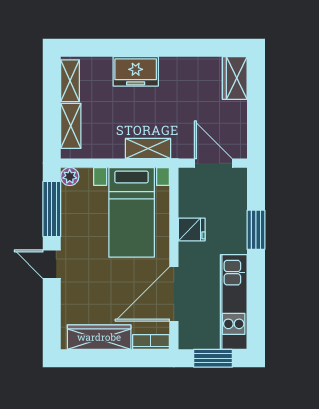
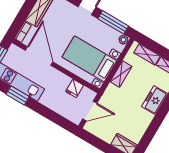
shelving: (148, 149) -> (121, 74), moved
fridge: (192, 230) -> (75, 88), moved
window: (256, 230) -> (18, 95), moved

